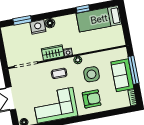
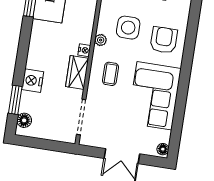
floor lamp: (50, 23) -> (24, 120), moved

